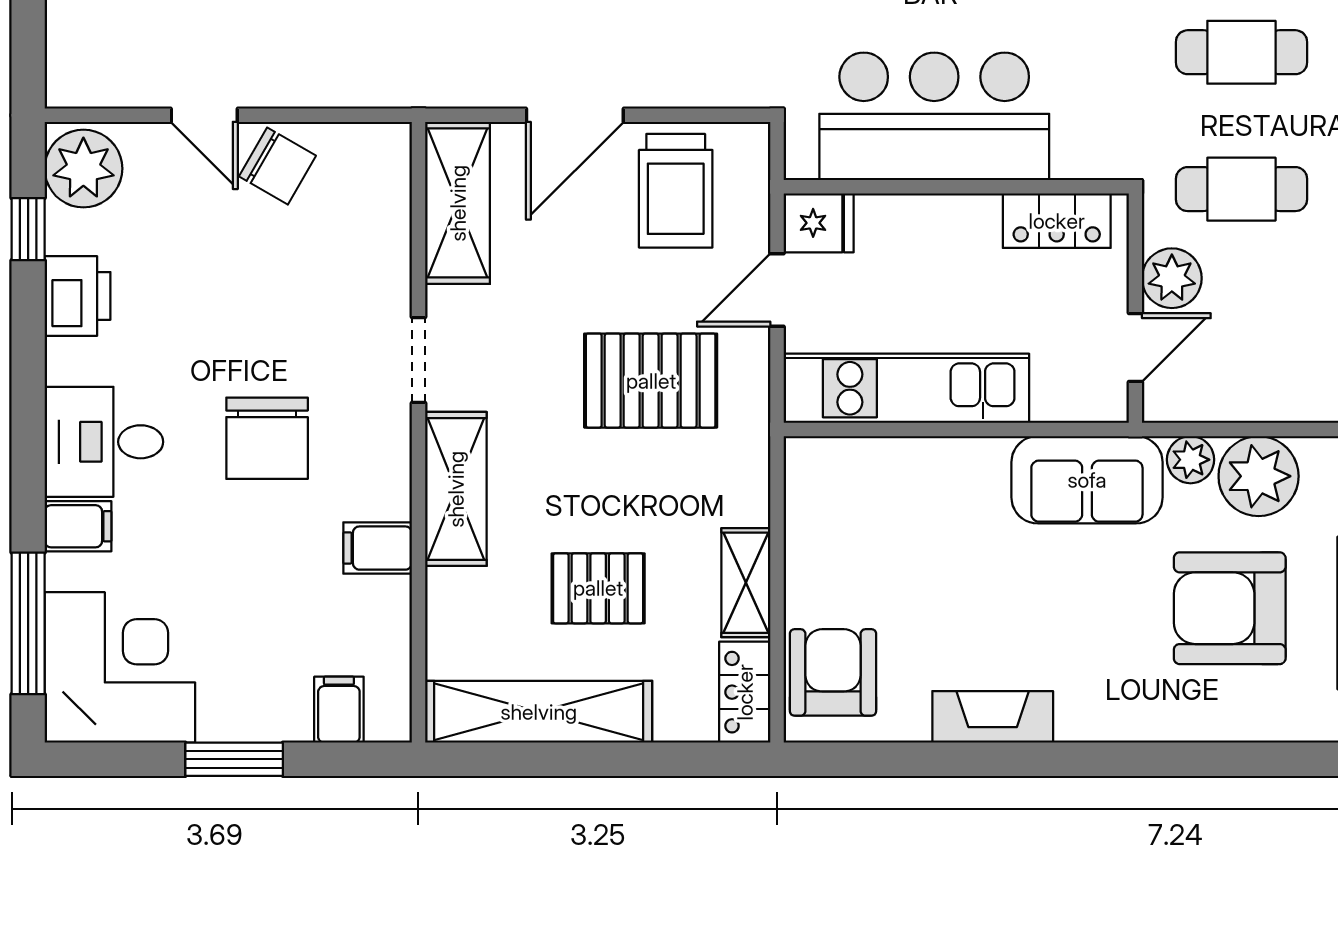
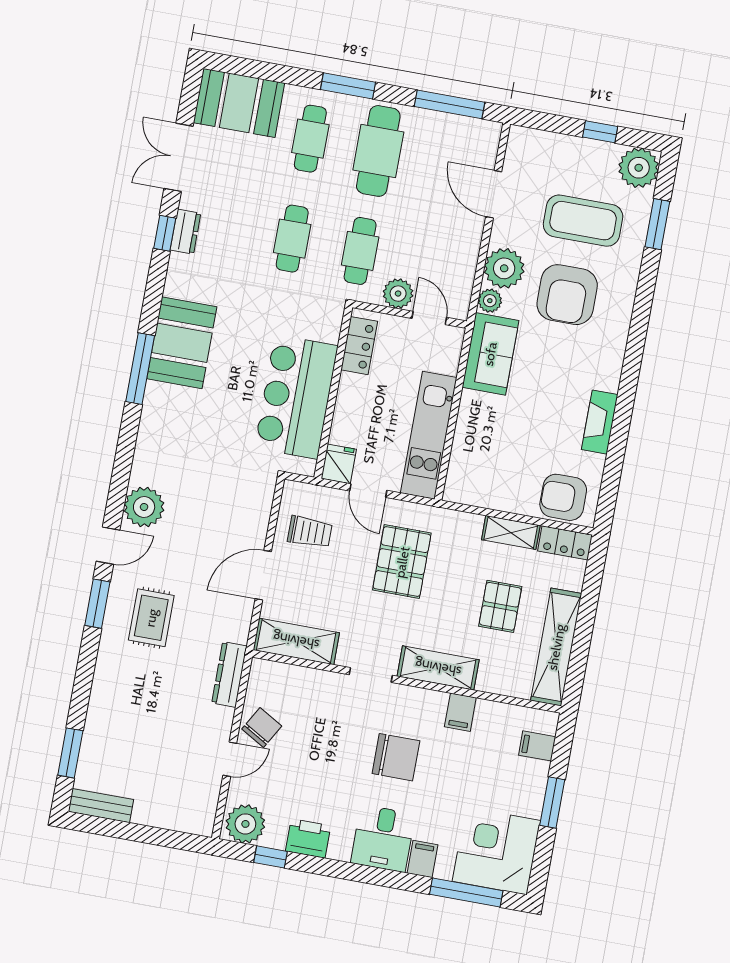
dresser: (369, 84) -> (229, 674), added
door: (575, 115) -> (263, 575), swing flipped
trolley: (676, 191) -> (310, 532), width x0.73, depth x0.72

